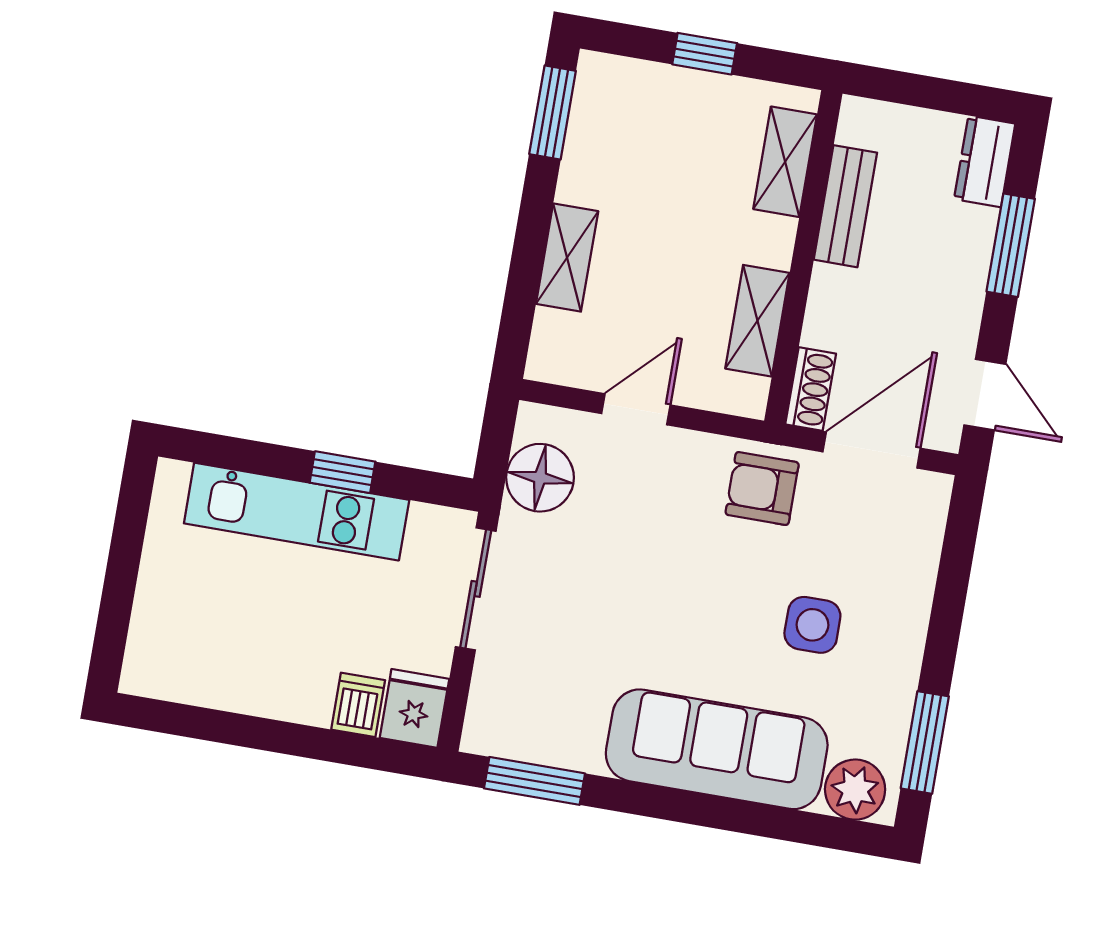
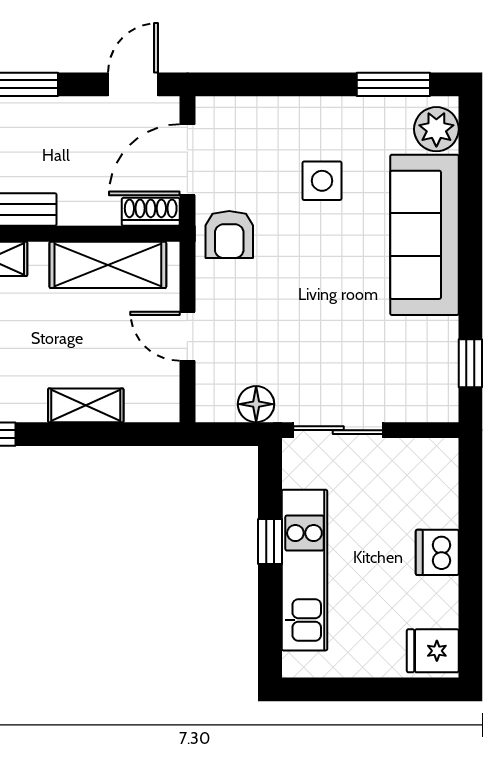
shelving: (757, 321) -> (108, 265), width x1.50, depth x1.33
door: (872, 450) -> (187, 160), hinge flipped
floor lamp: (540, 478) -> (256, 404), width x0.73, depth x0.73
dishwasher: (358, 705) -> (437, 552), moved, width x1.38
fridge: (414, 708) -> (433, 651), moved
window: (534, 781) -> (470, 363), width x0.67

